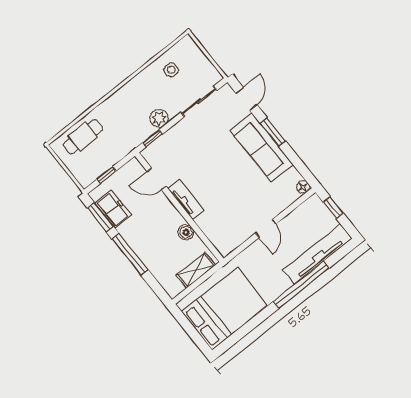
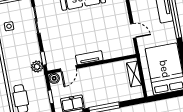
plant: (159, 118) -> (37, 67), moved
door: (266, 228) -> (133, 31), moved
boiler: (186, 232) -> (54, 78), moved

